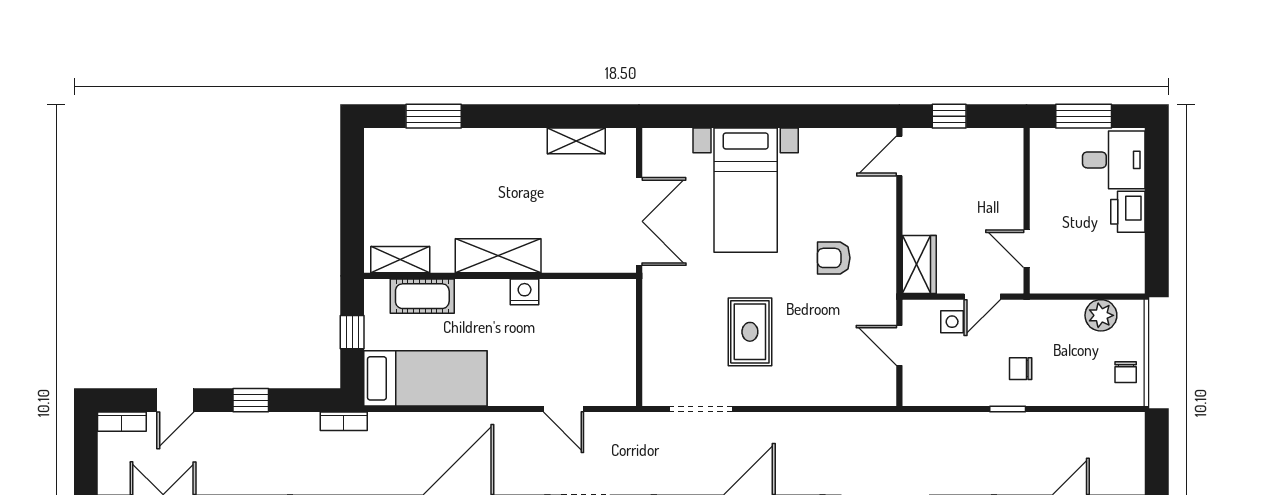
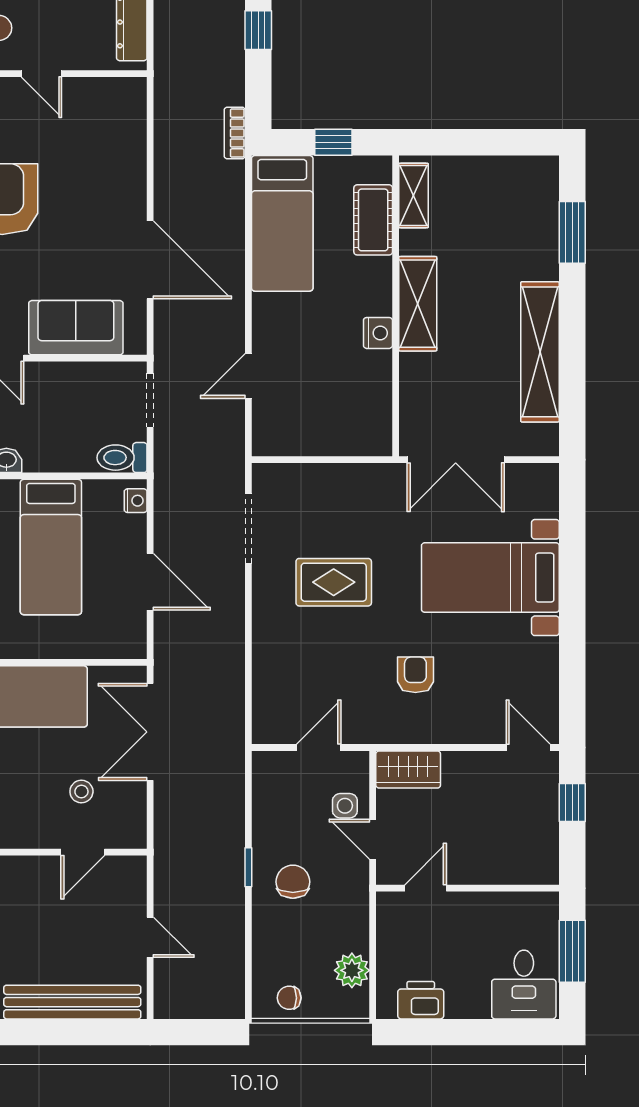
shelving: (576, 141) -> (540, 352), width x2.20, depth x1.33
printer: (1128, 212) -> (421, 1000), moved
chair: (1021, 369) -> (293, 882), width x1.37, depth x1.37

